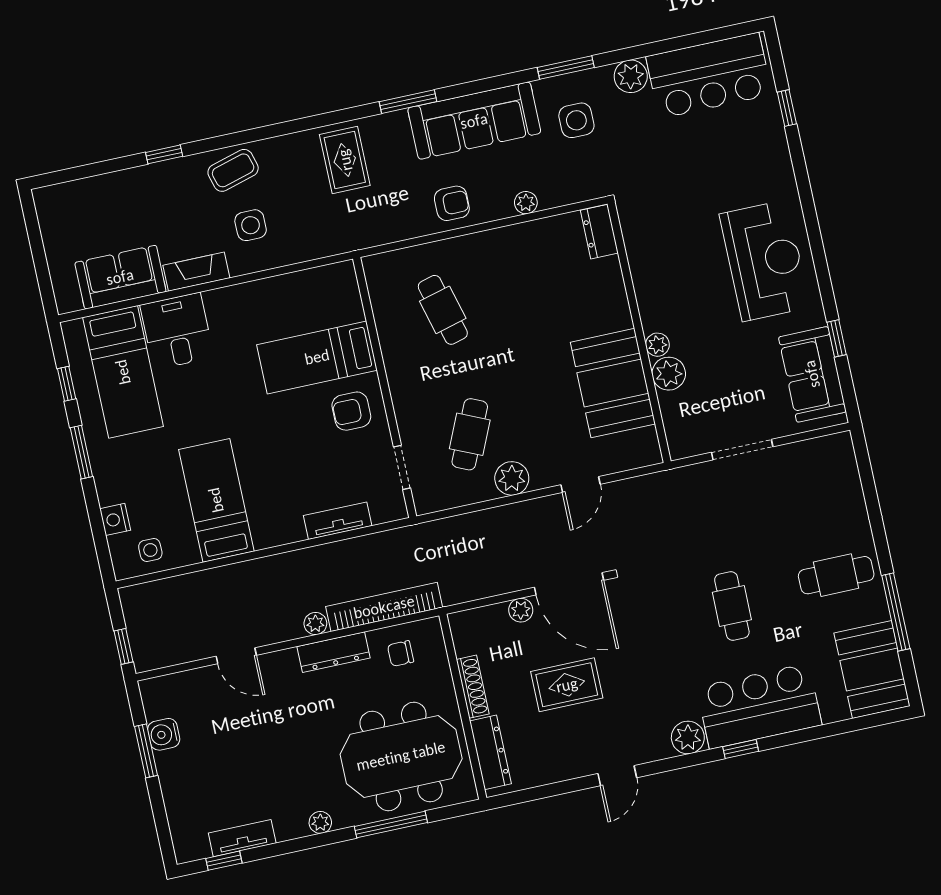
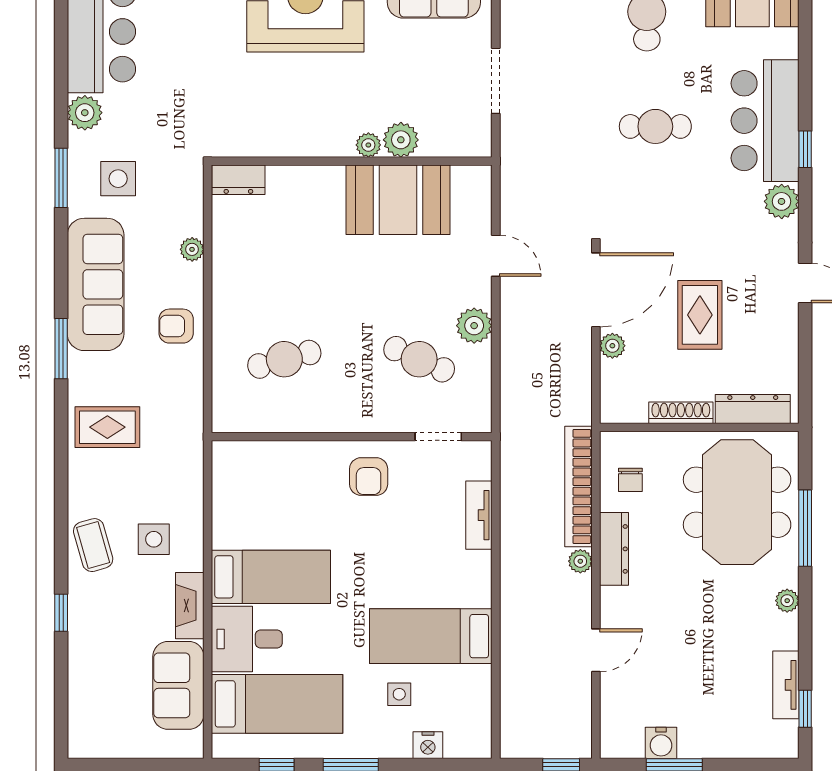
armchair: (452, 203) -> (176, 326), turned -90
bed: (317, 357) -> (271, 577), moved, turned -90
side table: (150, 550) -> (399, 694), moved

